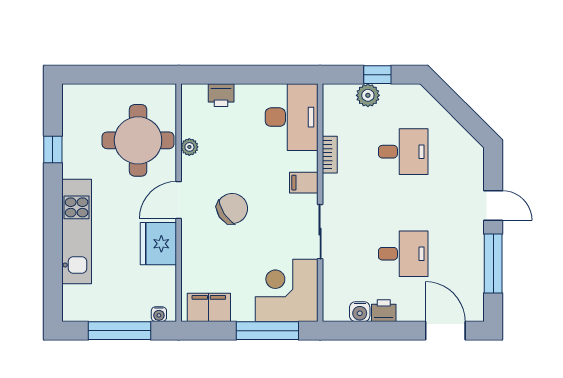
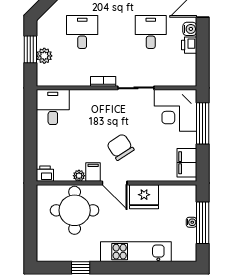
window: (377, 75) -> (30, 49), width x1.50
printer: (221, 95) -> (45, 174), moved, turned -90
desk: (292, 117) -> (53, 107), width x0.73
bookcase: (330, 155) -> (103, 81), moved
filing cabinet: (304, 183) -> (93, 172), moved, turned 180
water cooler: (360, 312) -> (190, 29), moved
water cooler: (159, 314) -> (191, 222), moved

